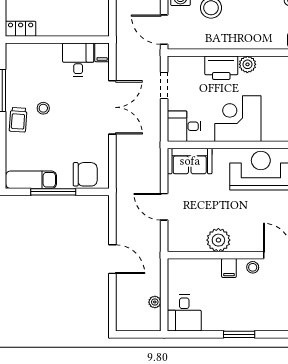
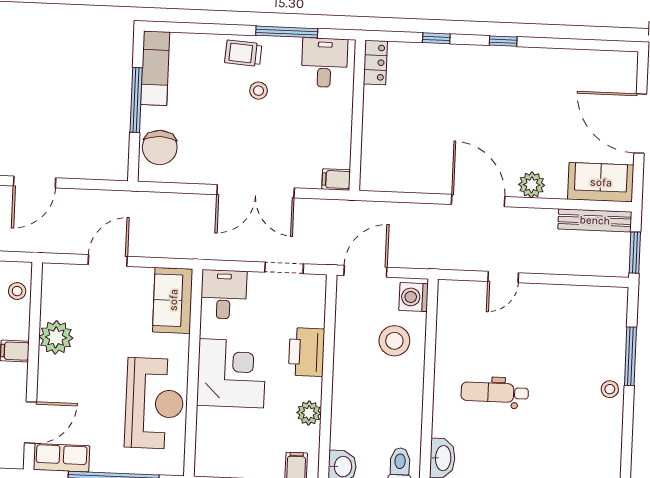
desk: (78, 60) -> (324, 63), moved, turned -90
plant: (247, 64) -> (309, 413), moved
stool: (253, 267) -> (17, 291), moved

